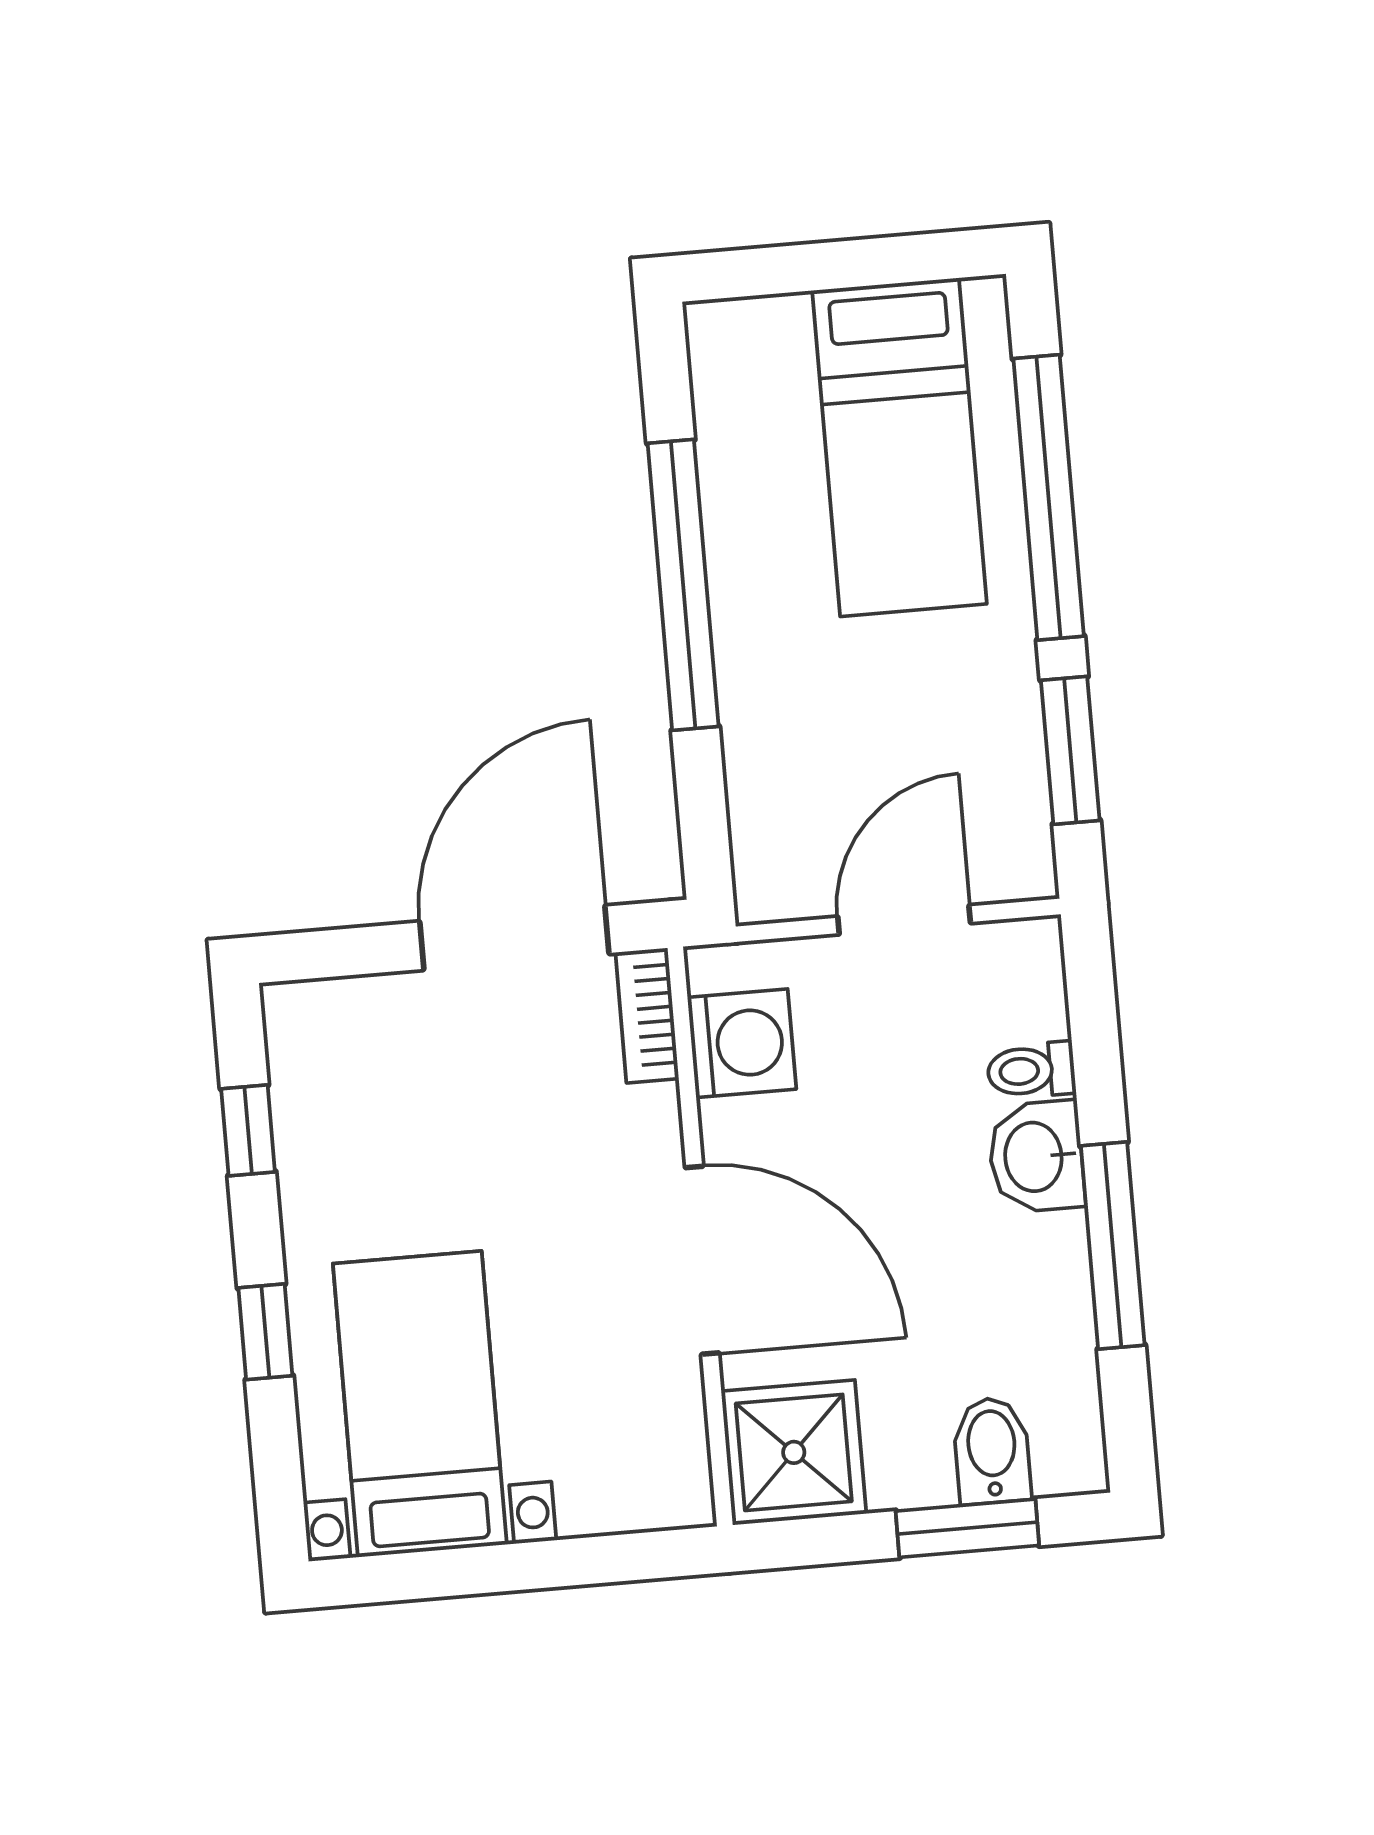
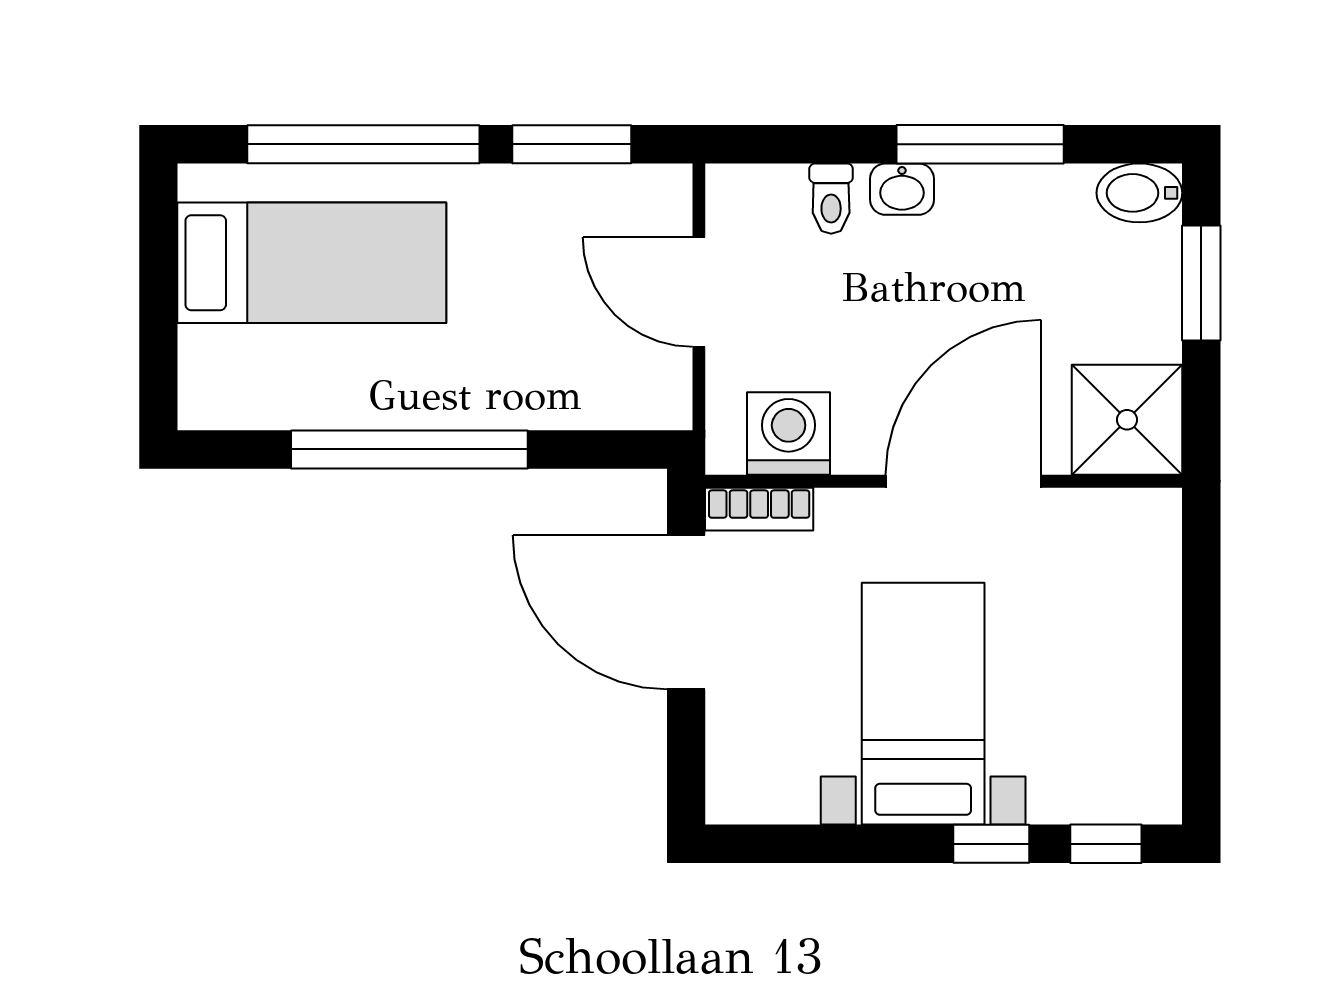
window: (248, 1130) -> (1106, 844), moved
washbasin: (1036, 1157) -> (902, 189), width x0.72, depth x0.69
bed with nightstands: (420, 1404) -> (923, 704), moved, turned 90
bidet: (992, 1451) -> (1139, 193), moved

